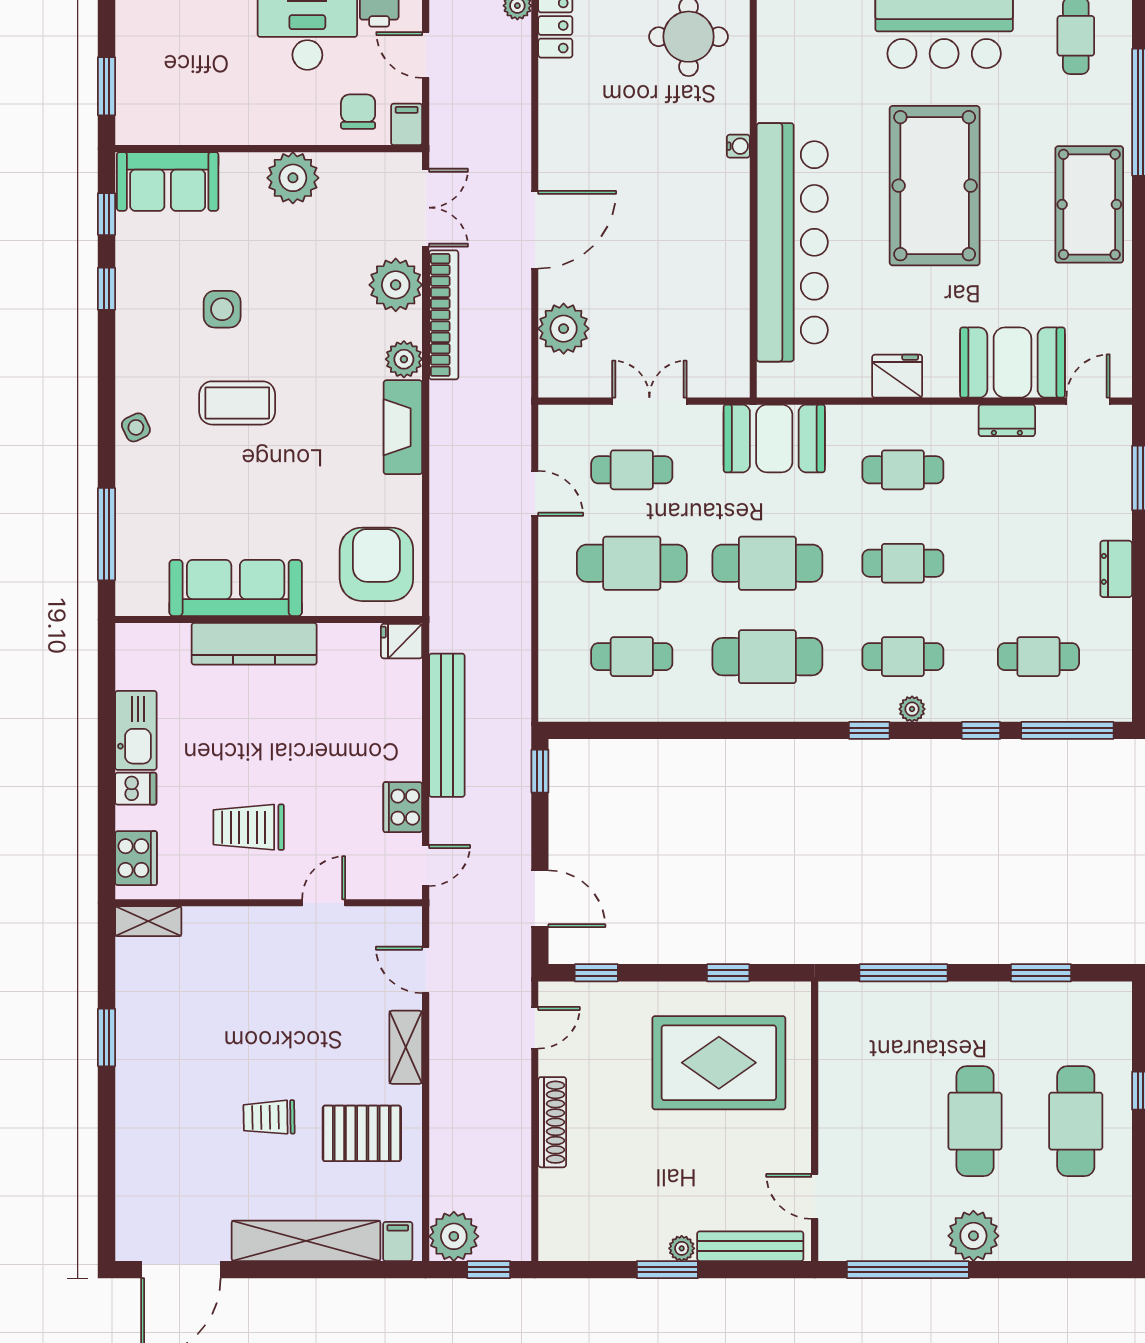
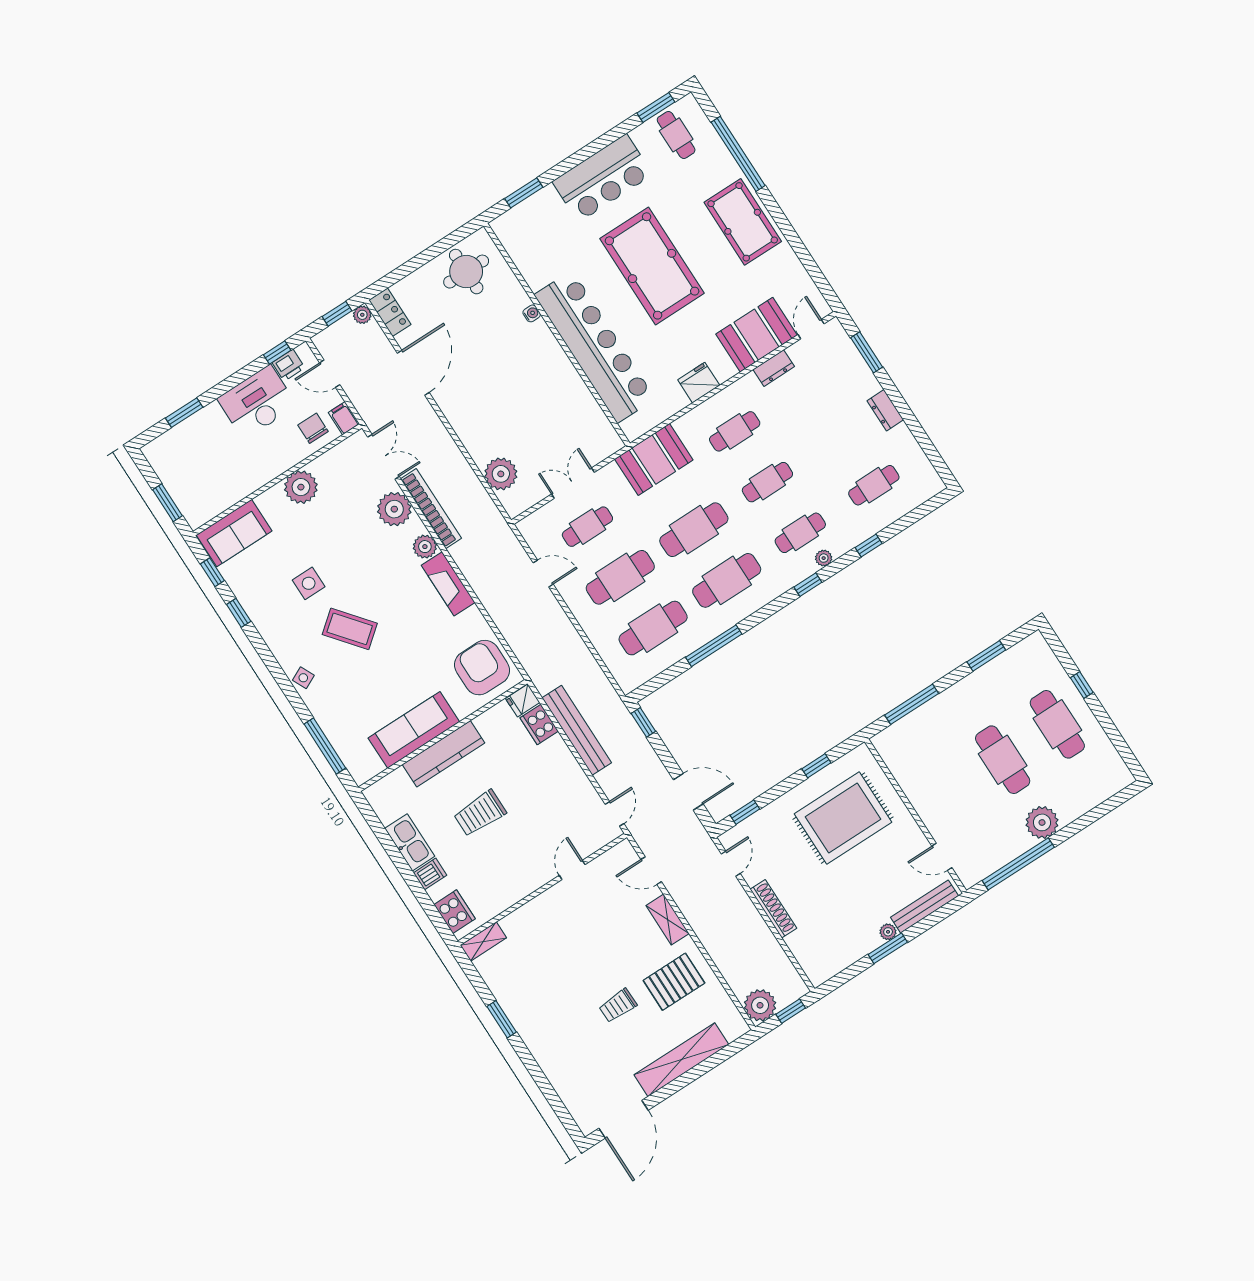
door: (535, 230) -> (413, 373), moved
coffee table: (237, 403) -> (350, 629), turned 51
cafe table: (632, 657) -> (653, 628), width x1.37, depth x1.35
window: (1067, 730) -> (714, 646), moved
cooker: (403, 807) -> (539, 724), moved
trolley: (249, 827) -> (480, 813), moved
filing cabinet: (398, 1242) -> (731, 1028), removed

